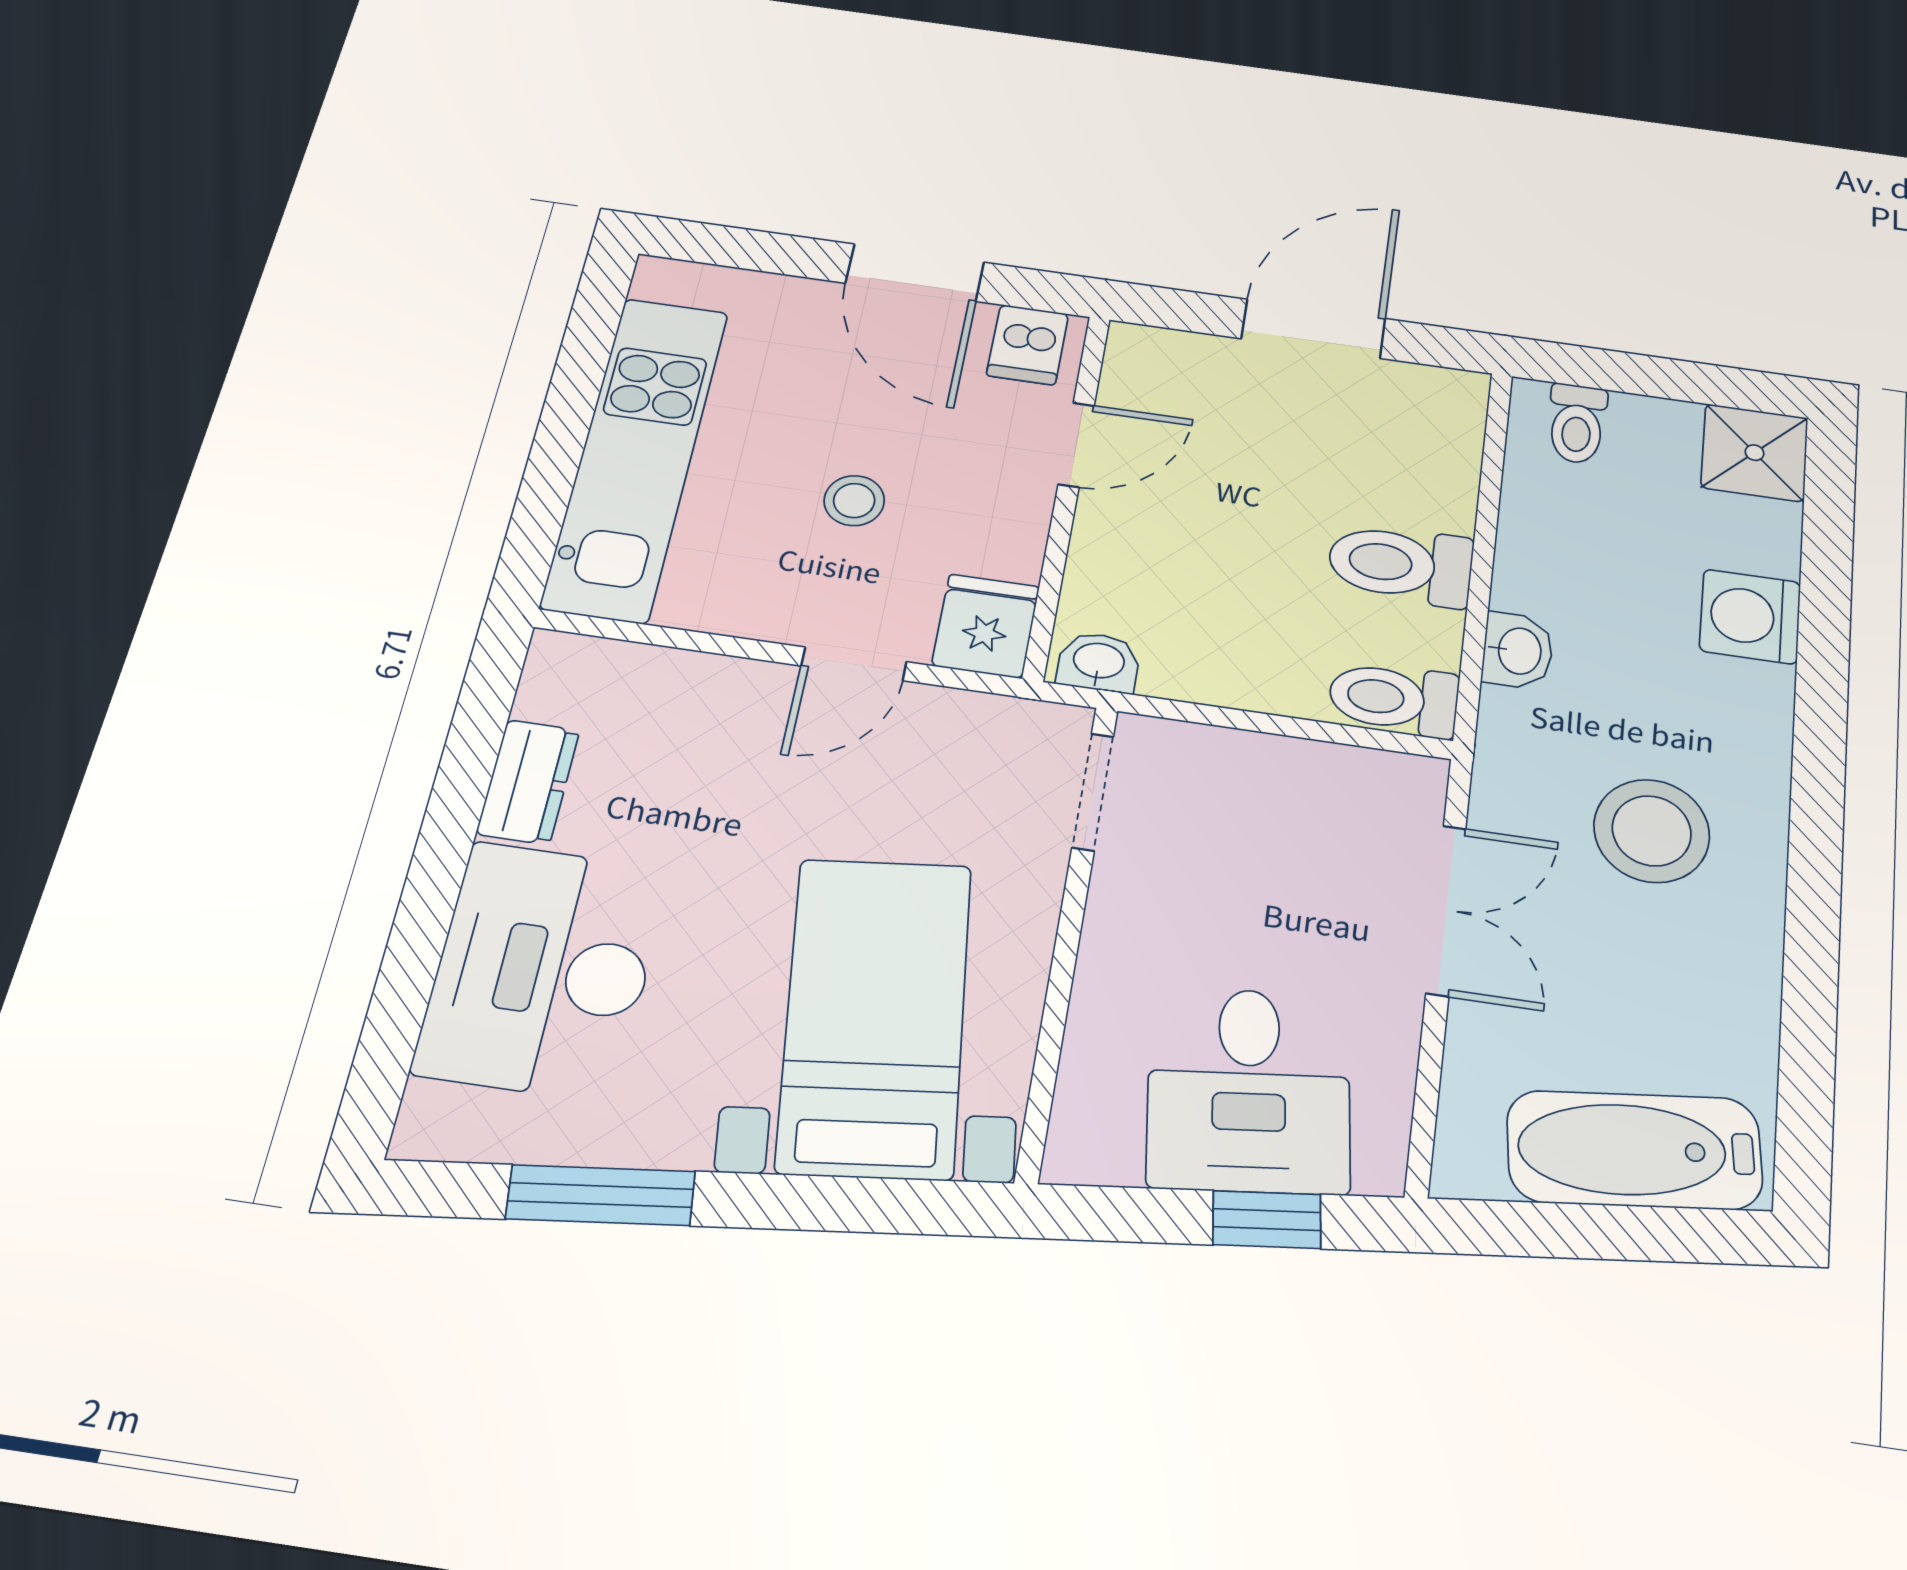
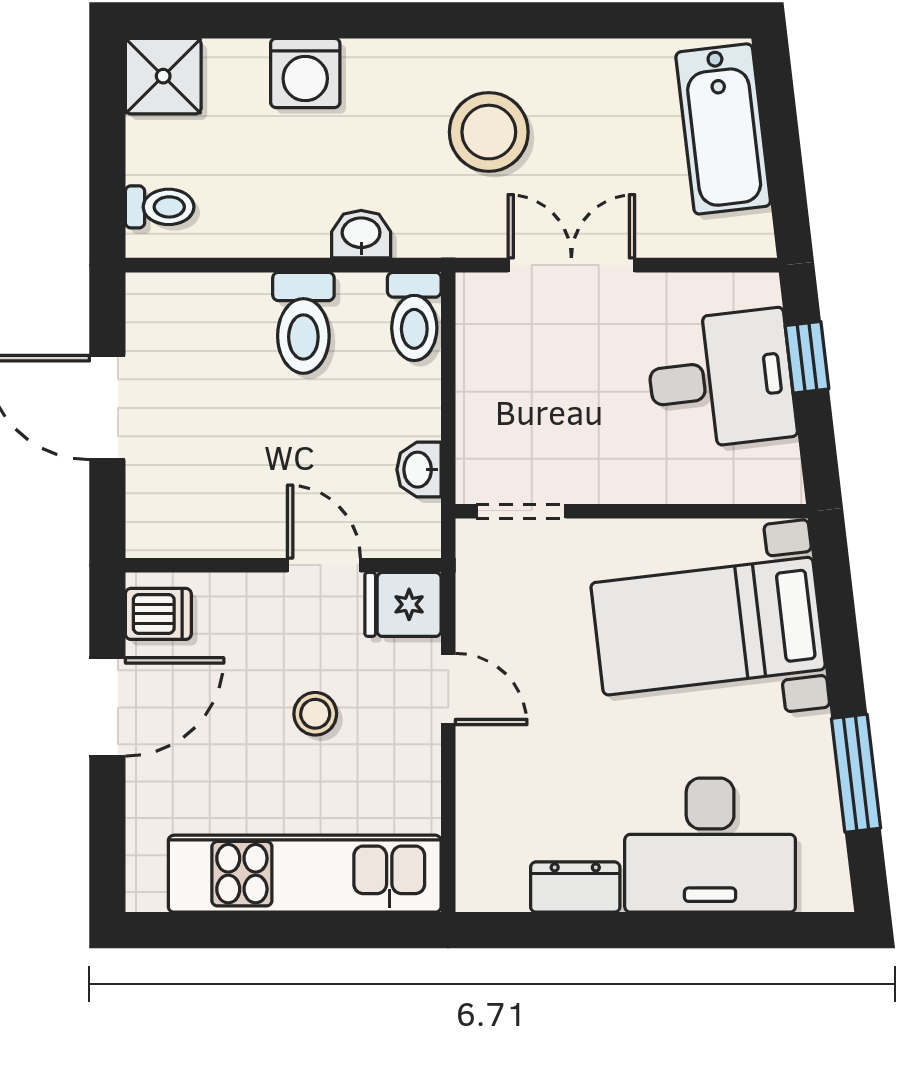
door: (1076, 445) -> (324, 565), moved
washbasin: (1099, 662) -> (419, 470), moved

